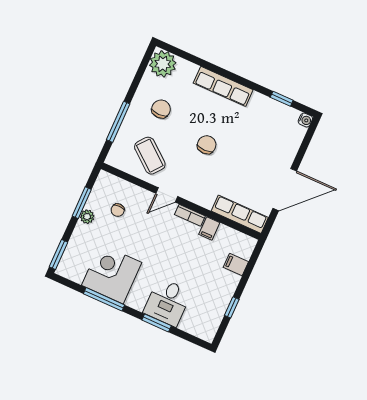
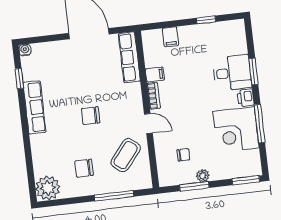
row of seats: (223, 86) -> (34, 107), moved
printer: (136, 301) -> (246, 98), added

